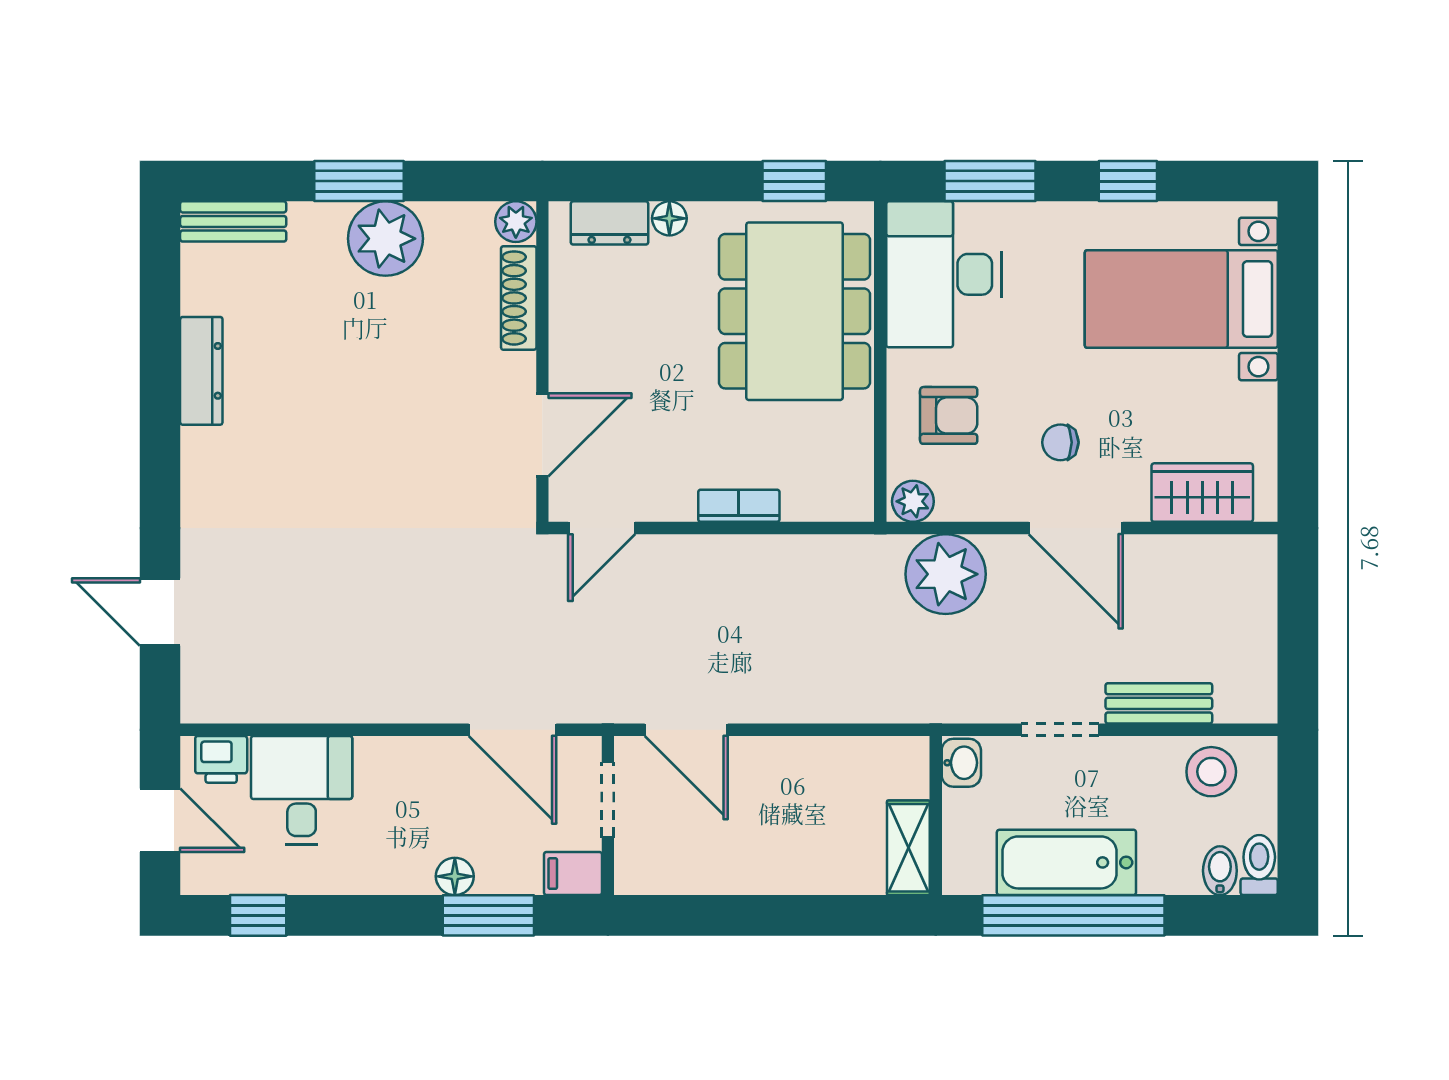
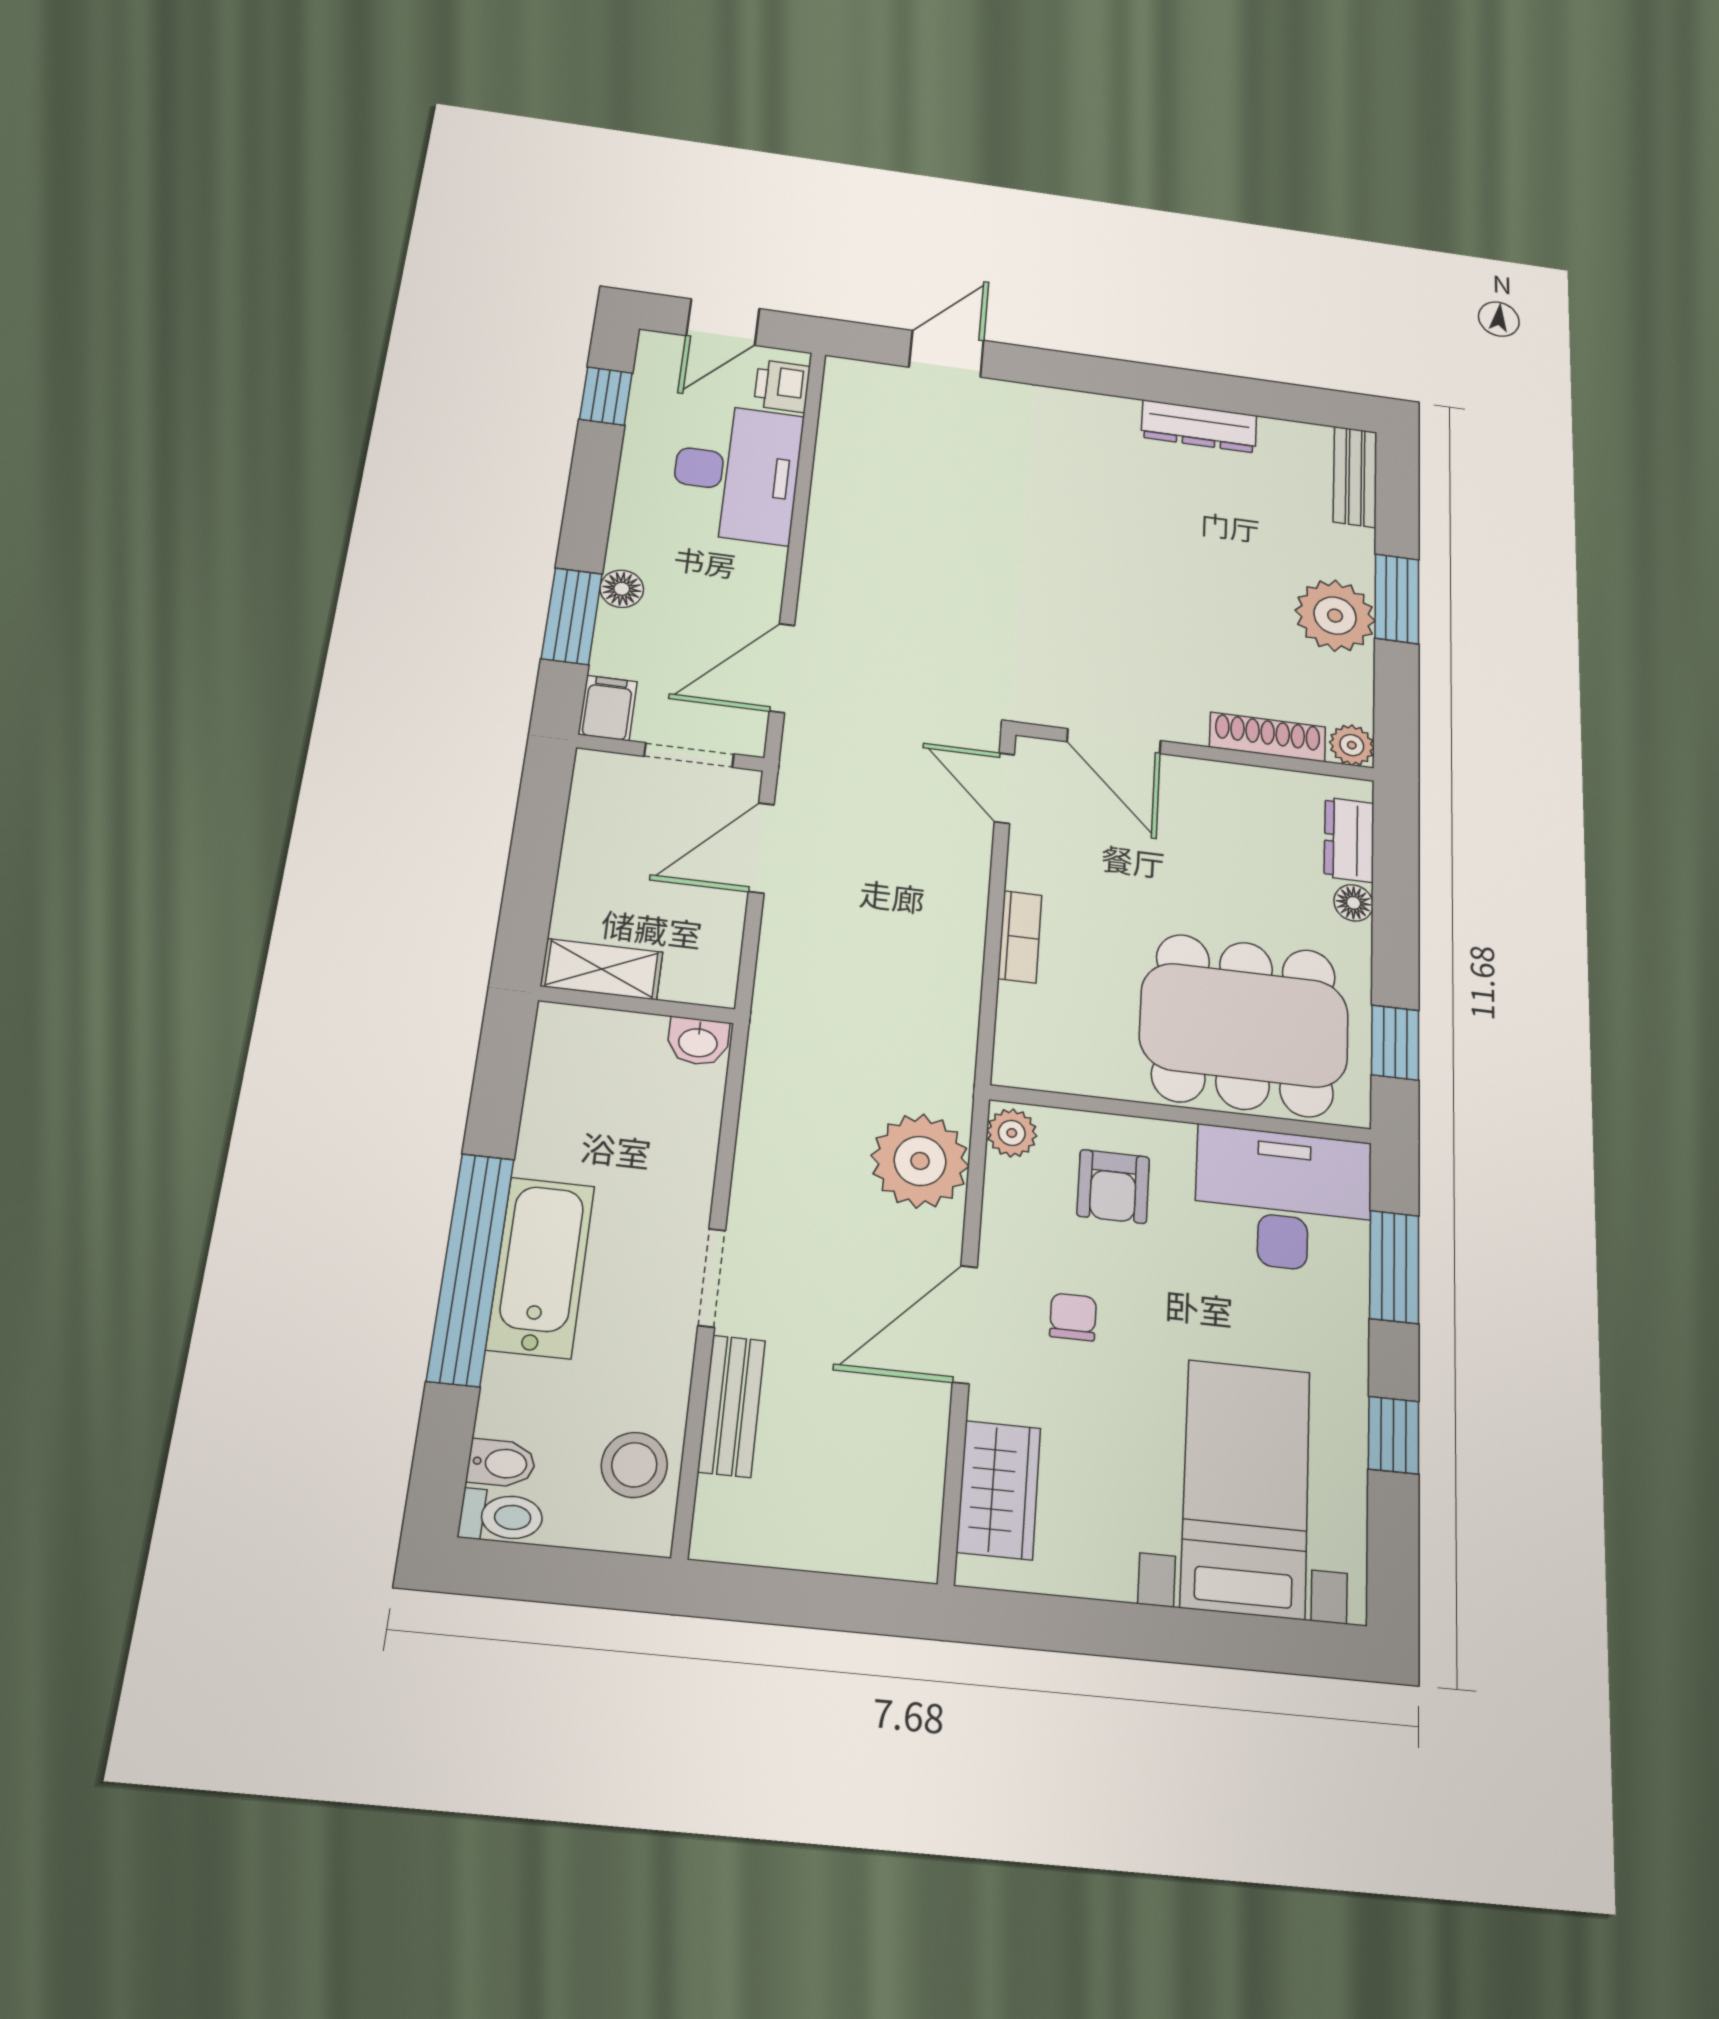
washbasin: (961, 763) -> (698, 1041), moved
desk: (302, 790) -> (736, 473), width x1.37
wall: (936, 816) -> (637, 1005), moved
shelving: (908, 848) -> (602, 969), moved

